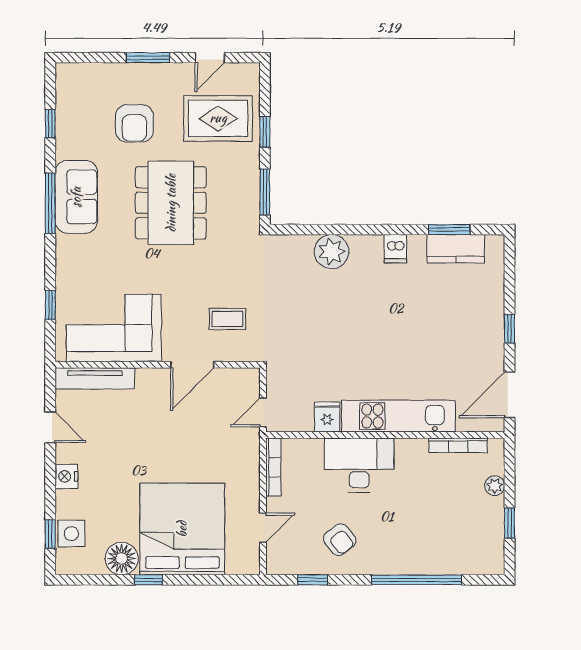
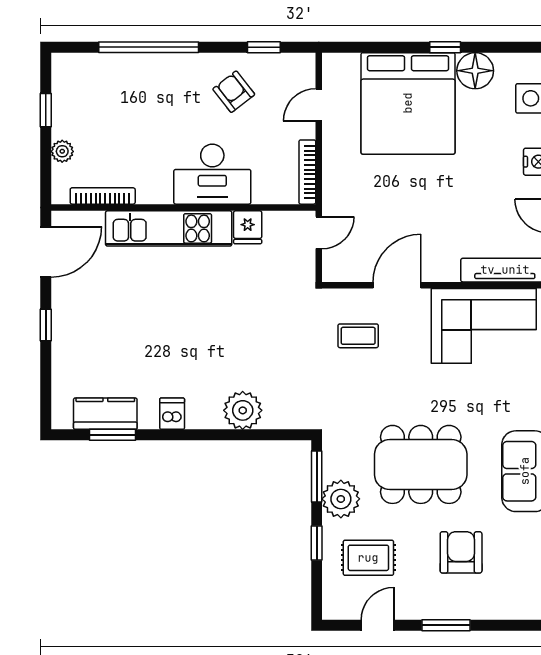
rug: (218, 118) -> (368, 558), width x0.73, depth x0.70
plant: (243, 172) -> (341, 499), added
dining table: (171, 203) -> (421, 464), turned 90

